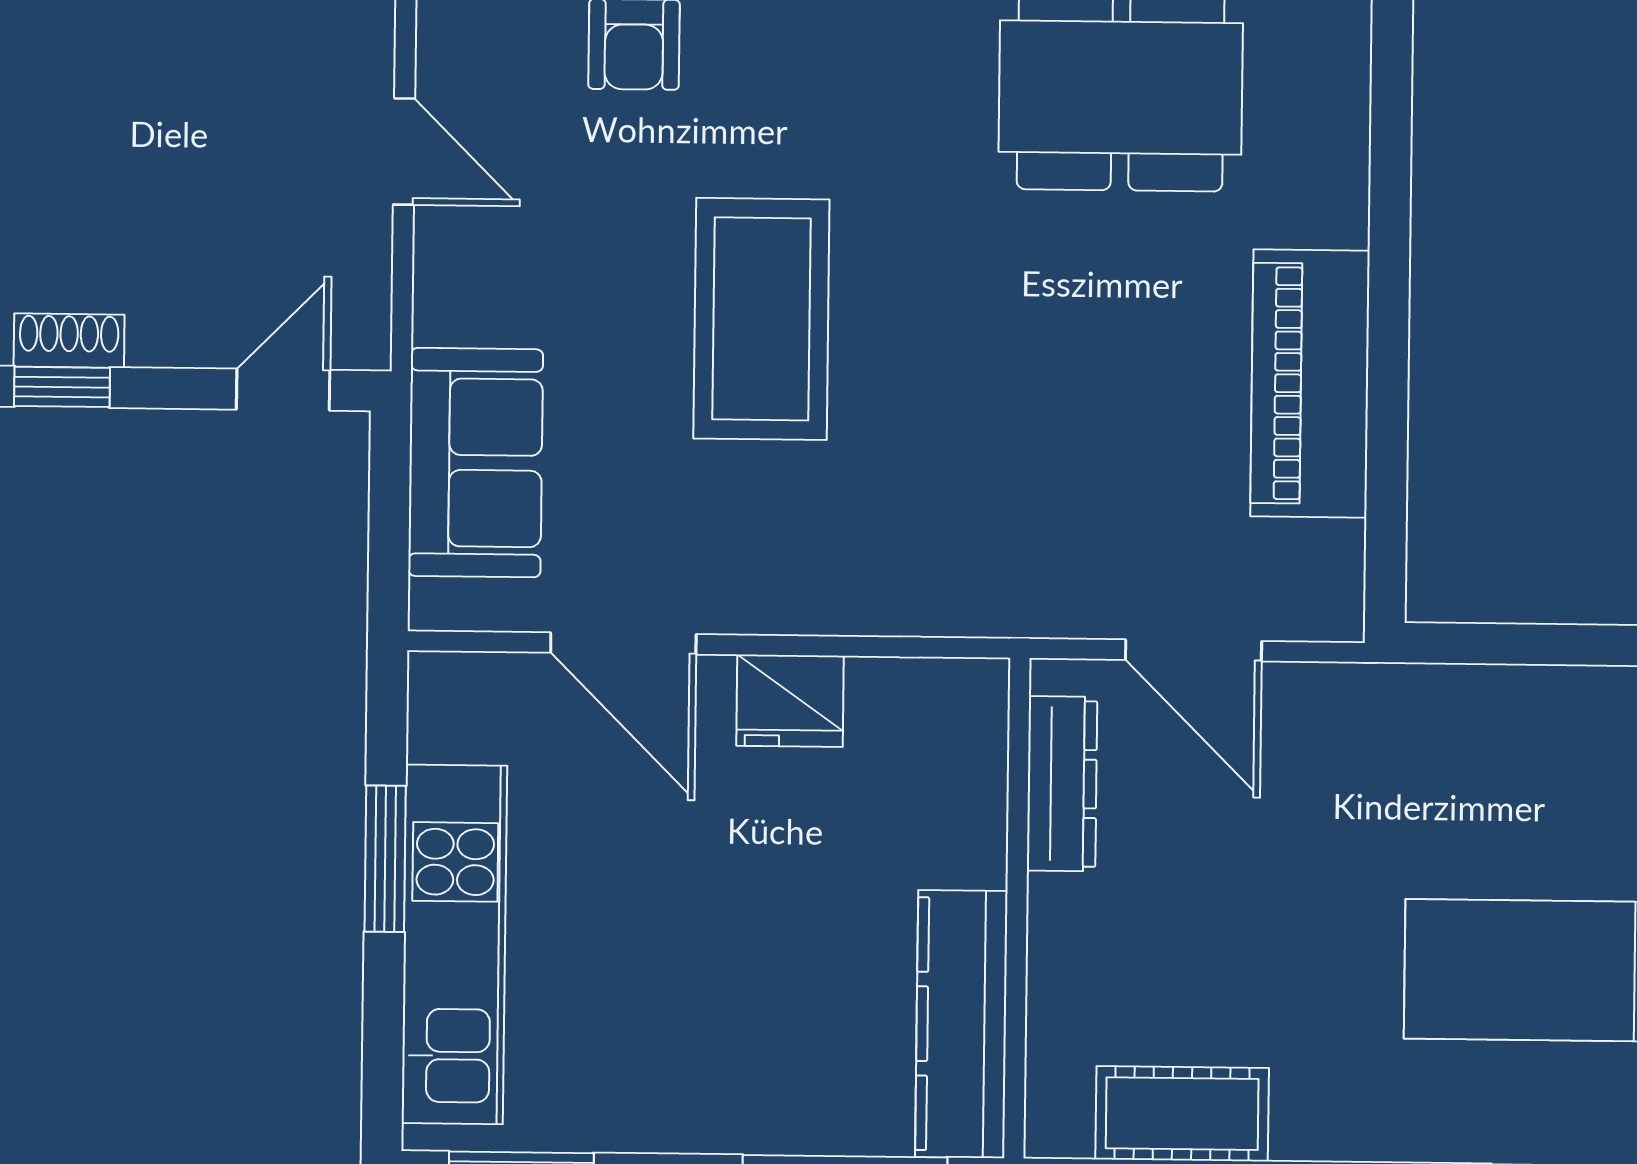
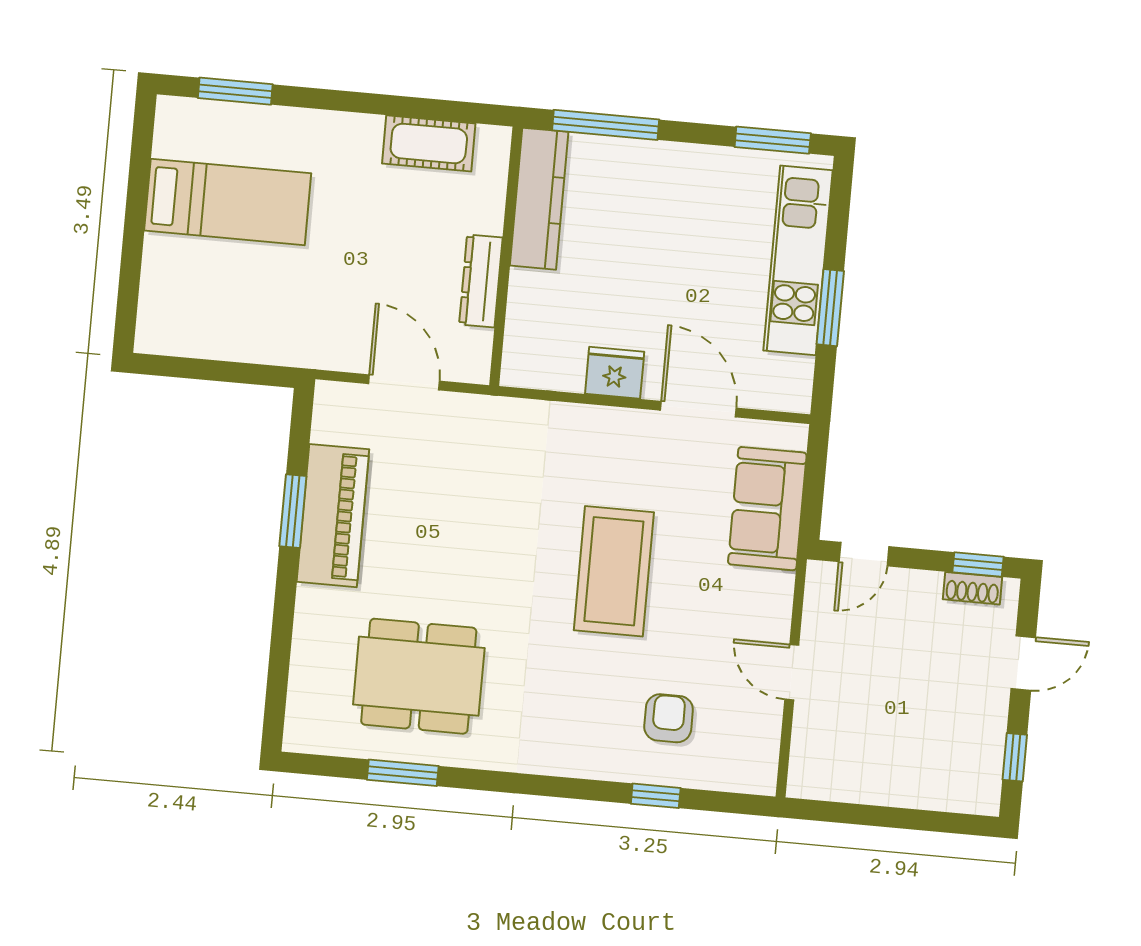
window: (1388, 386) -> (293, 511), added
dresser: (1062, 784) -> (481, 281), moved

